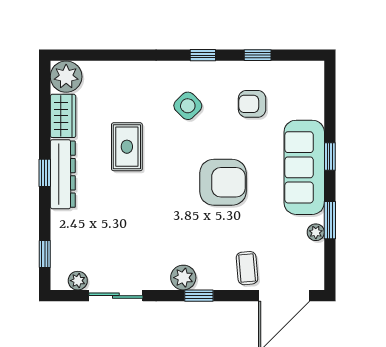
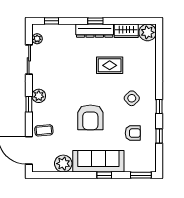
armchair: (252, 104) -> (133, 133), turned 90
window: (330, 220) -> (141, 175), moved
plant: (316, 232) -> (63, 164), width x1.87, depth x1.87

